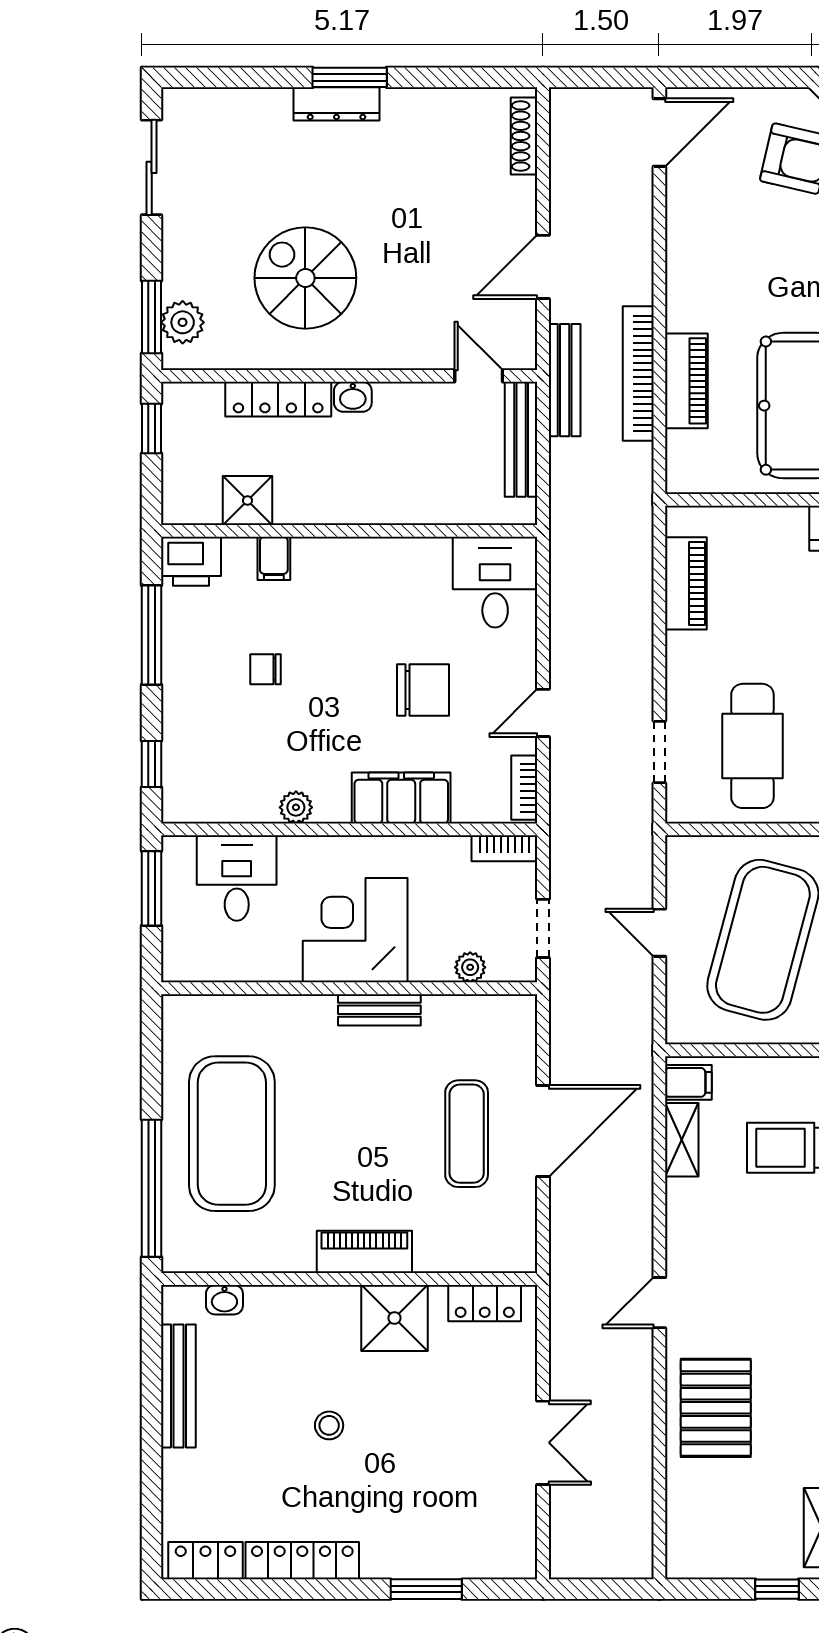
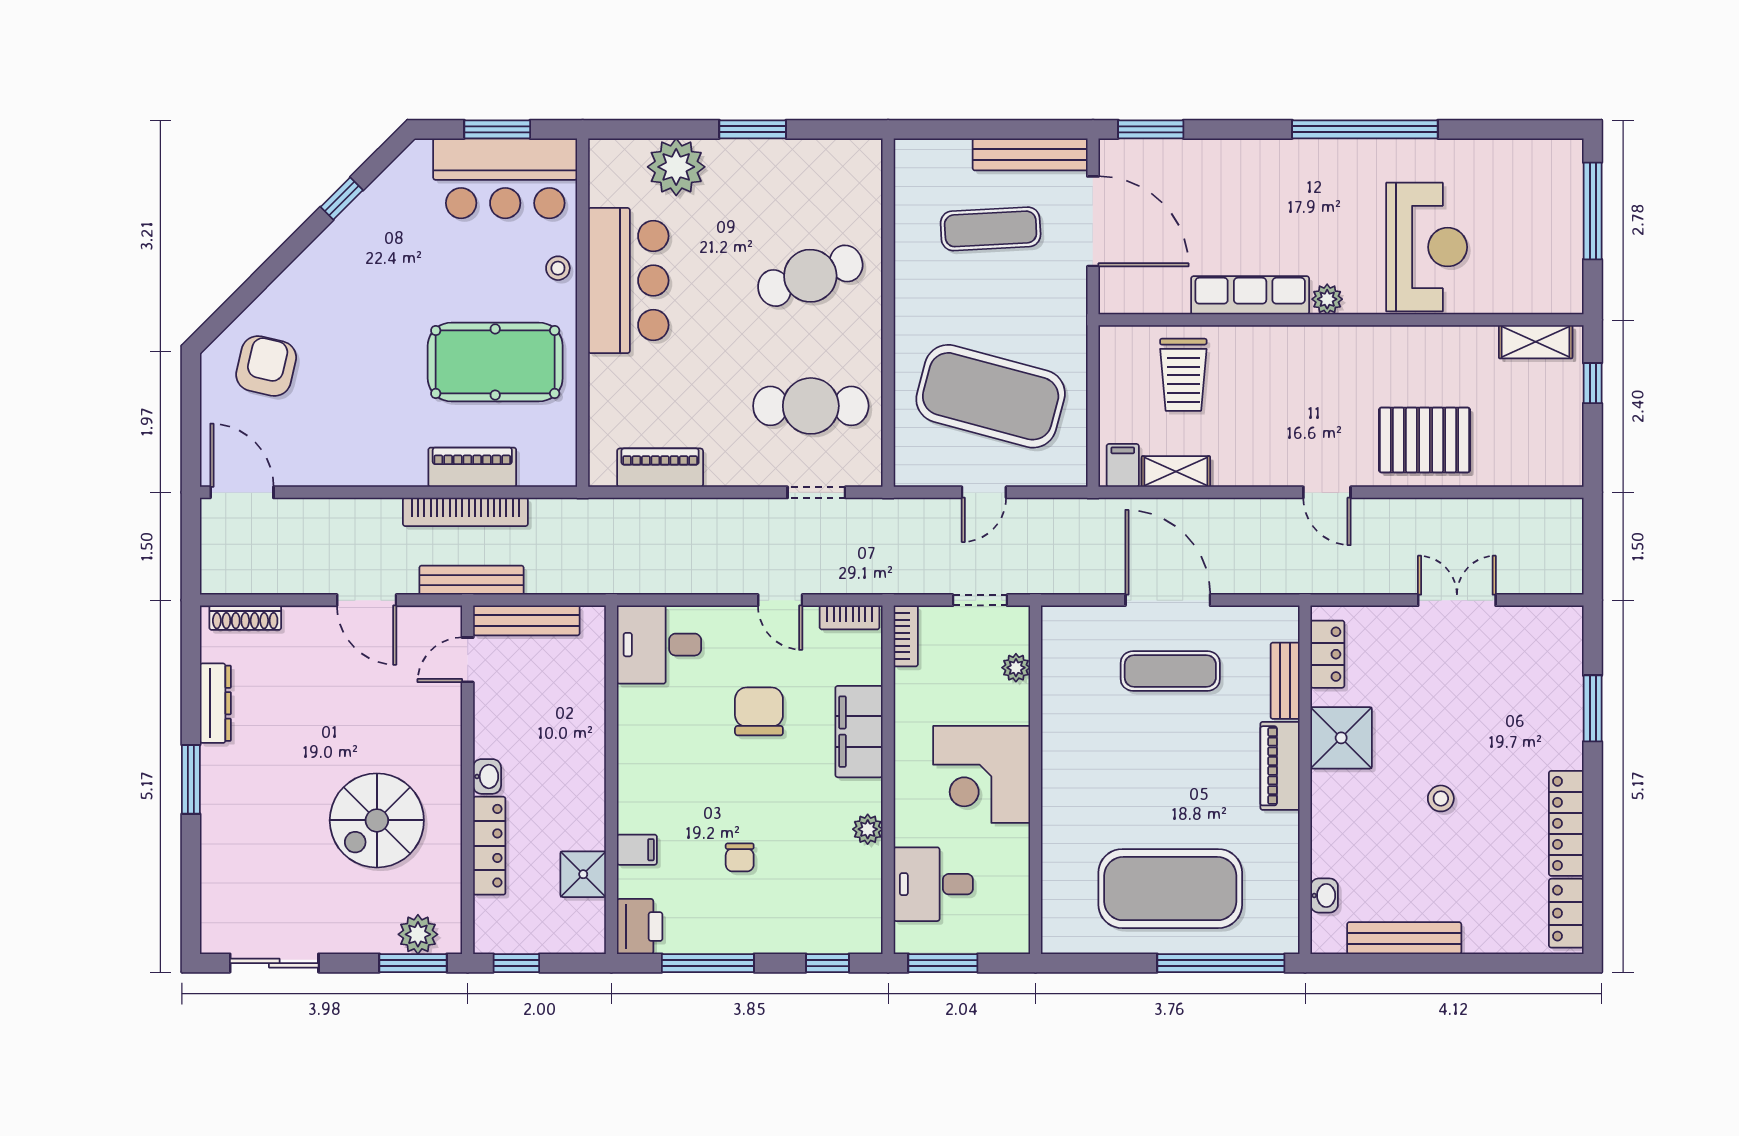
dresser: (336, 104) -> (215, 703), moved
bench: (379, 1010) -> (1285, 681), moved

